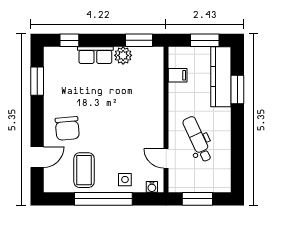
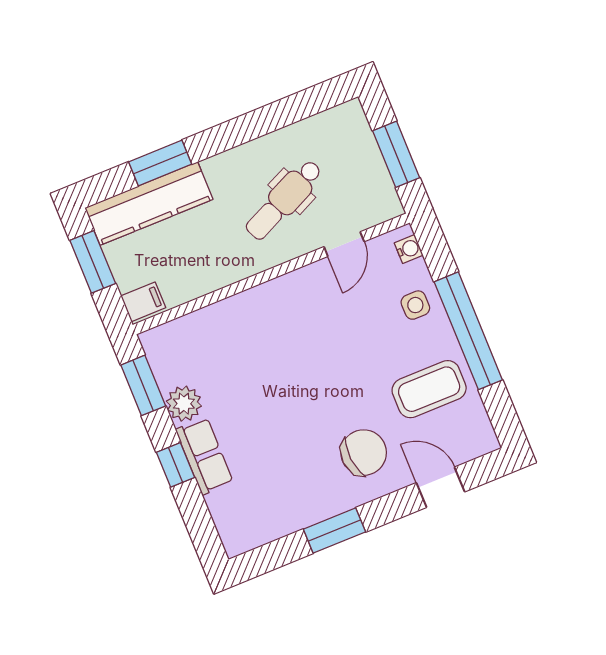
window: (69, 40) -> (176, 465), moved
filing cabinet: (178, 75) -> (143, 302), moved, turned 90
window: (37, 81) -> (334, 531), moved

